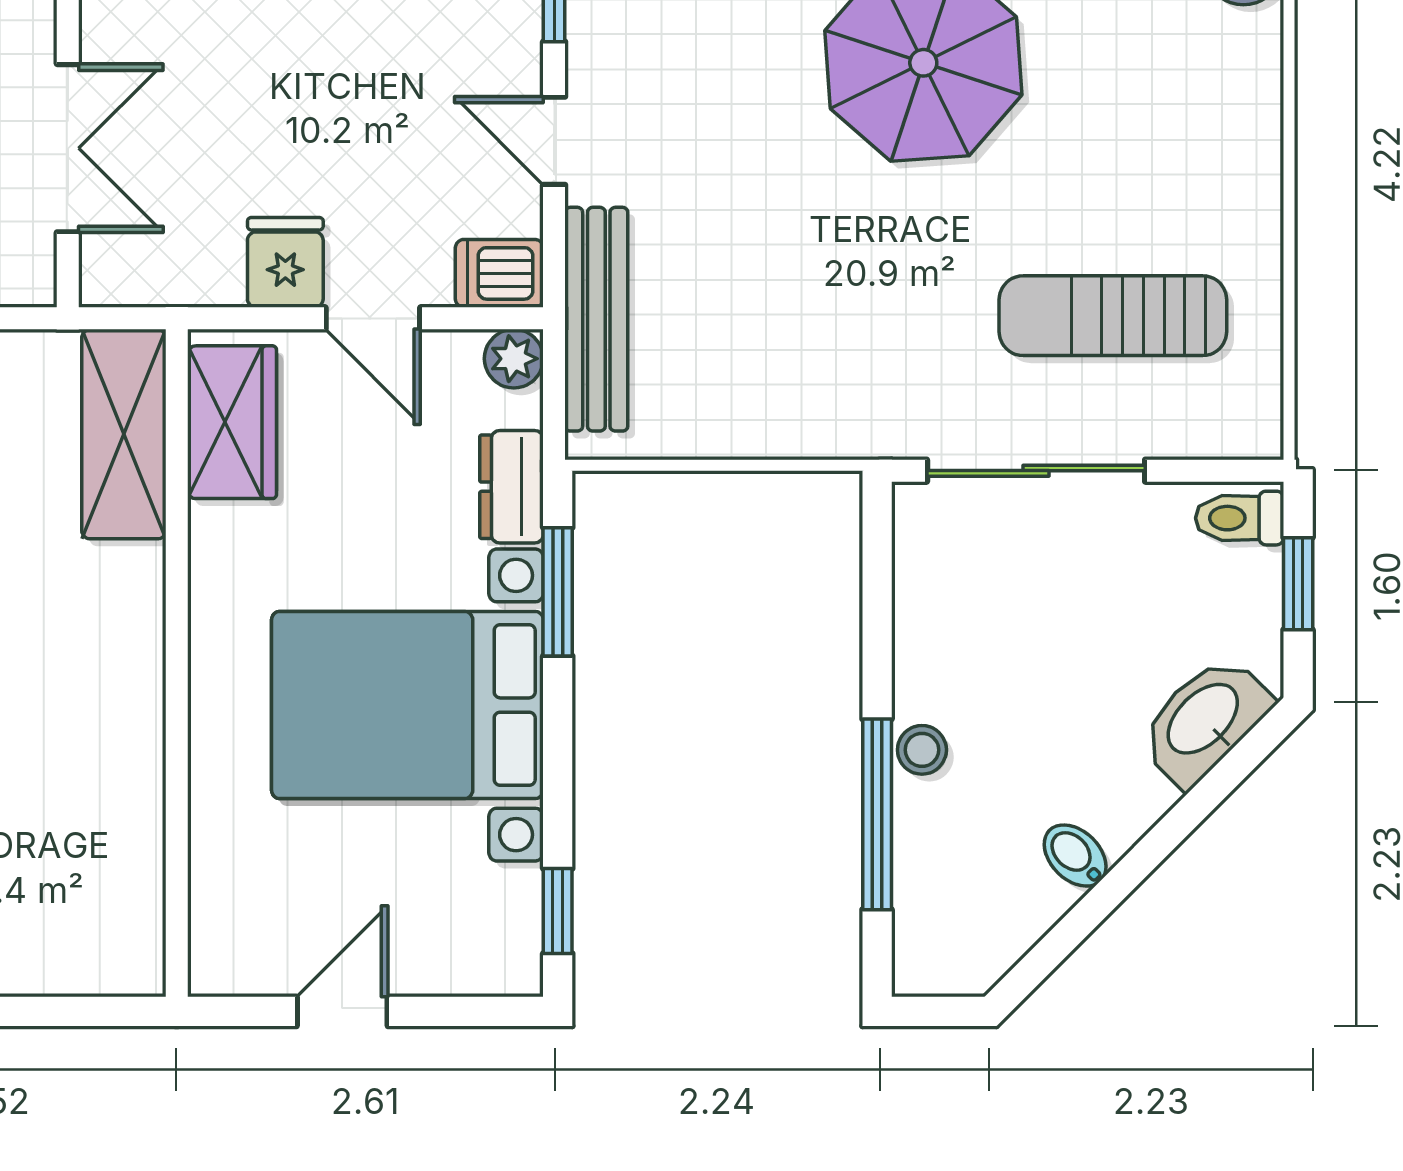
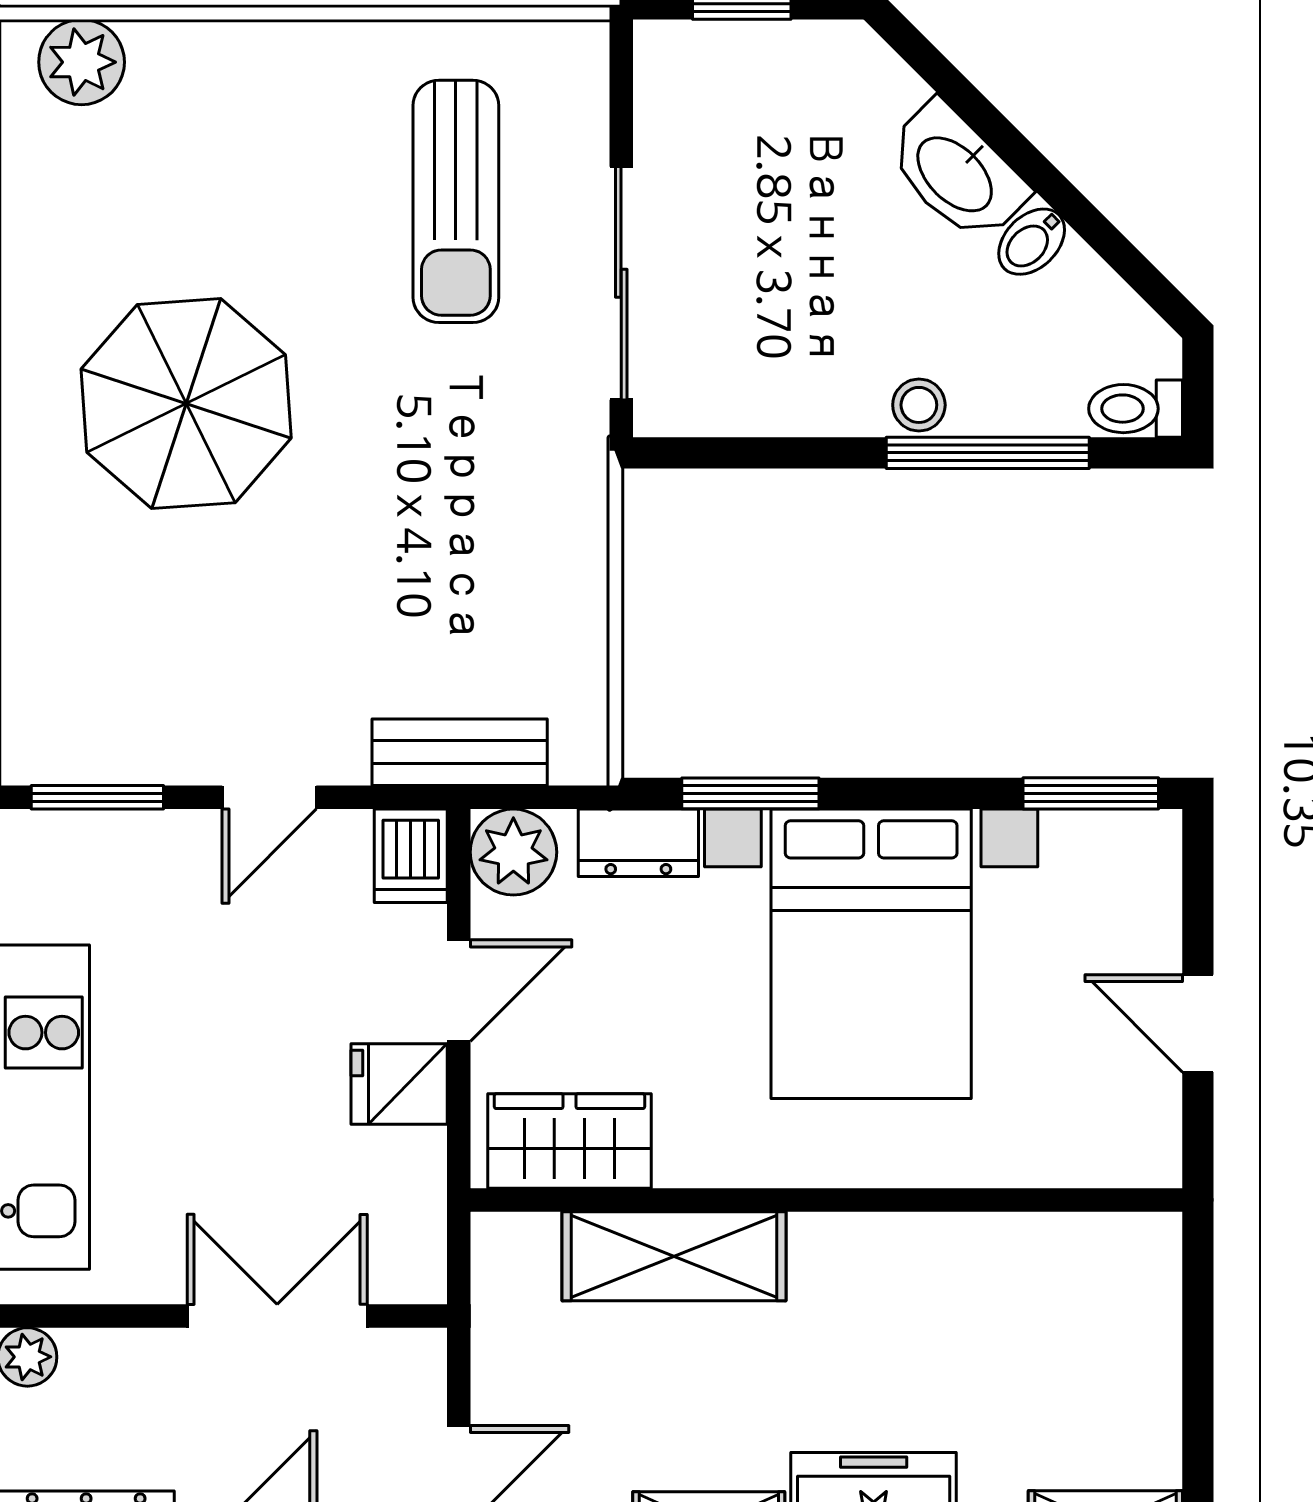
bench: (596, 319) -> (460, 752), width x0.73
plant: (514, 359) -> (513, 852), width x1.38, depth x1.38
shelving: (124, 434) -> (674, 1256), moved
toilet: (1240, 518) -> (1136, 409), moved, turned 90
washbasin: (1204, 720) -> (956, 173), moved
window: (558, 911) -> (1091, 793), width x1.50

